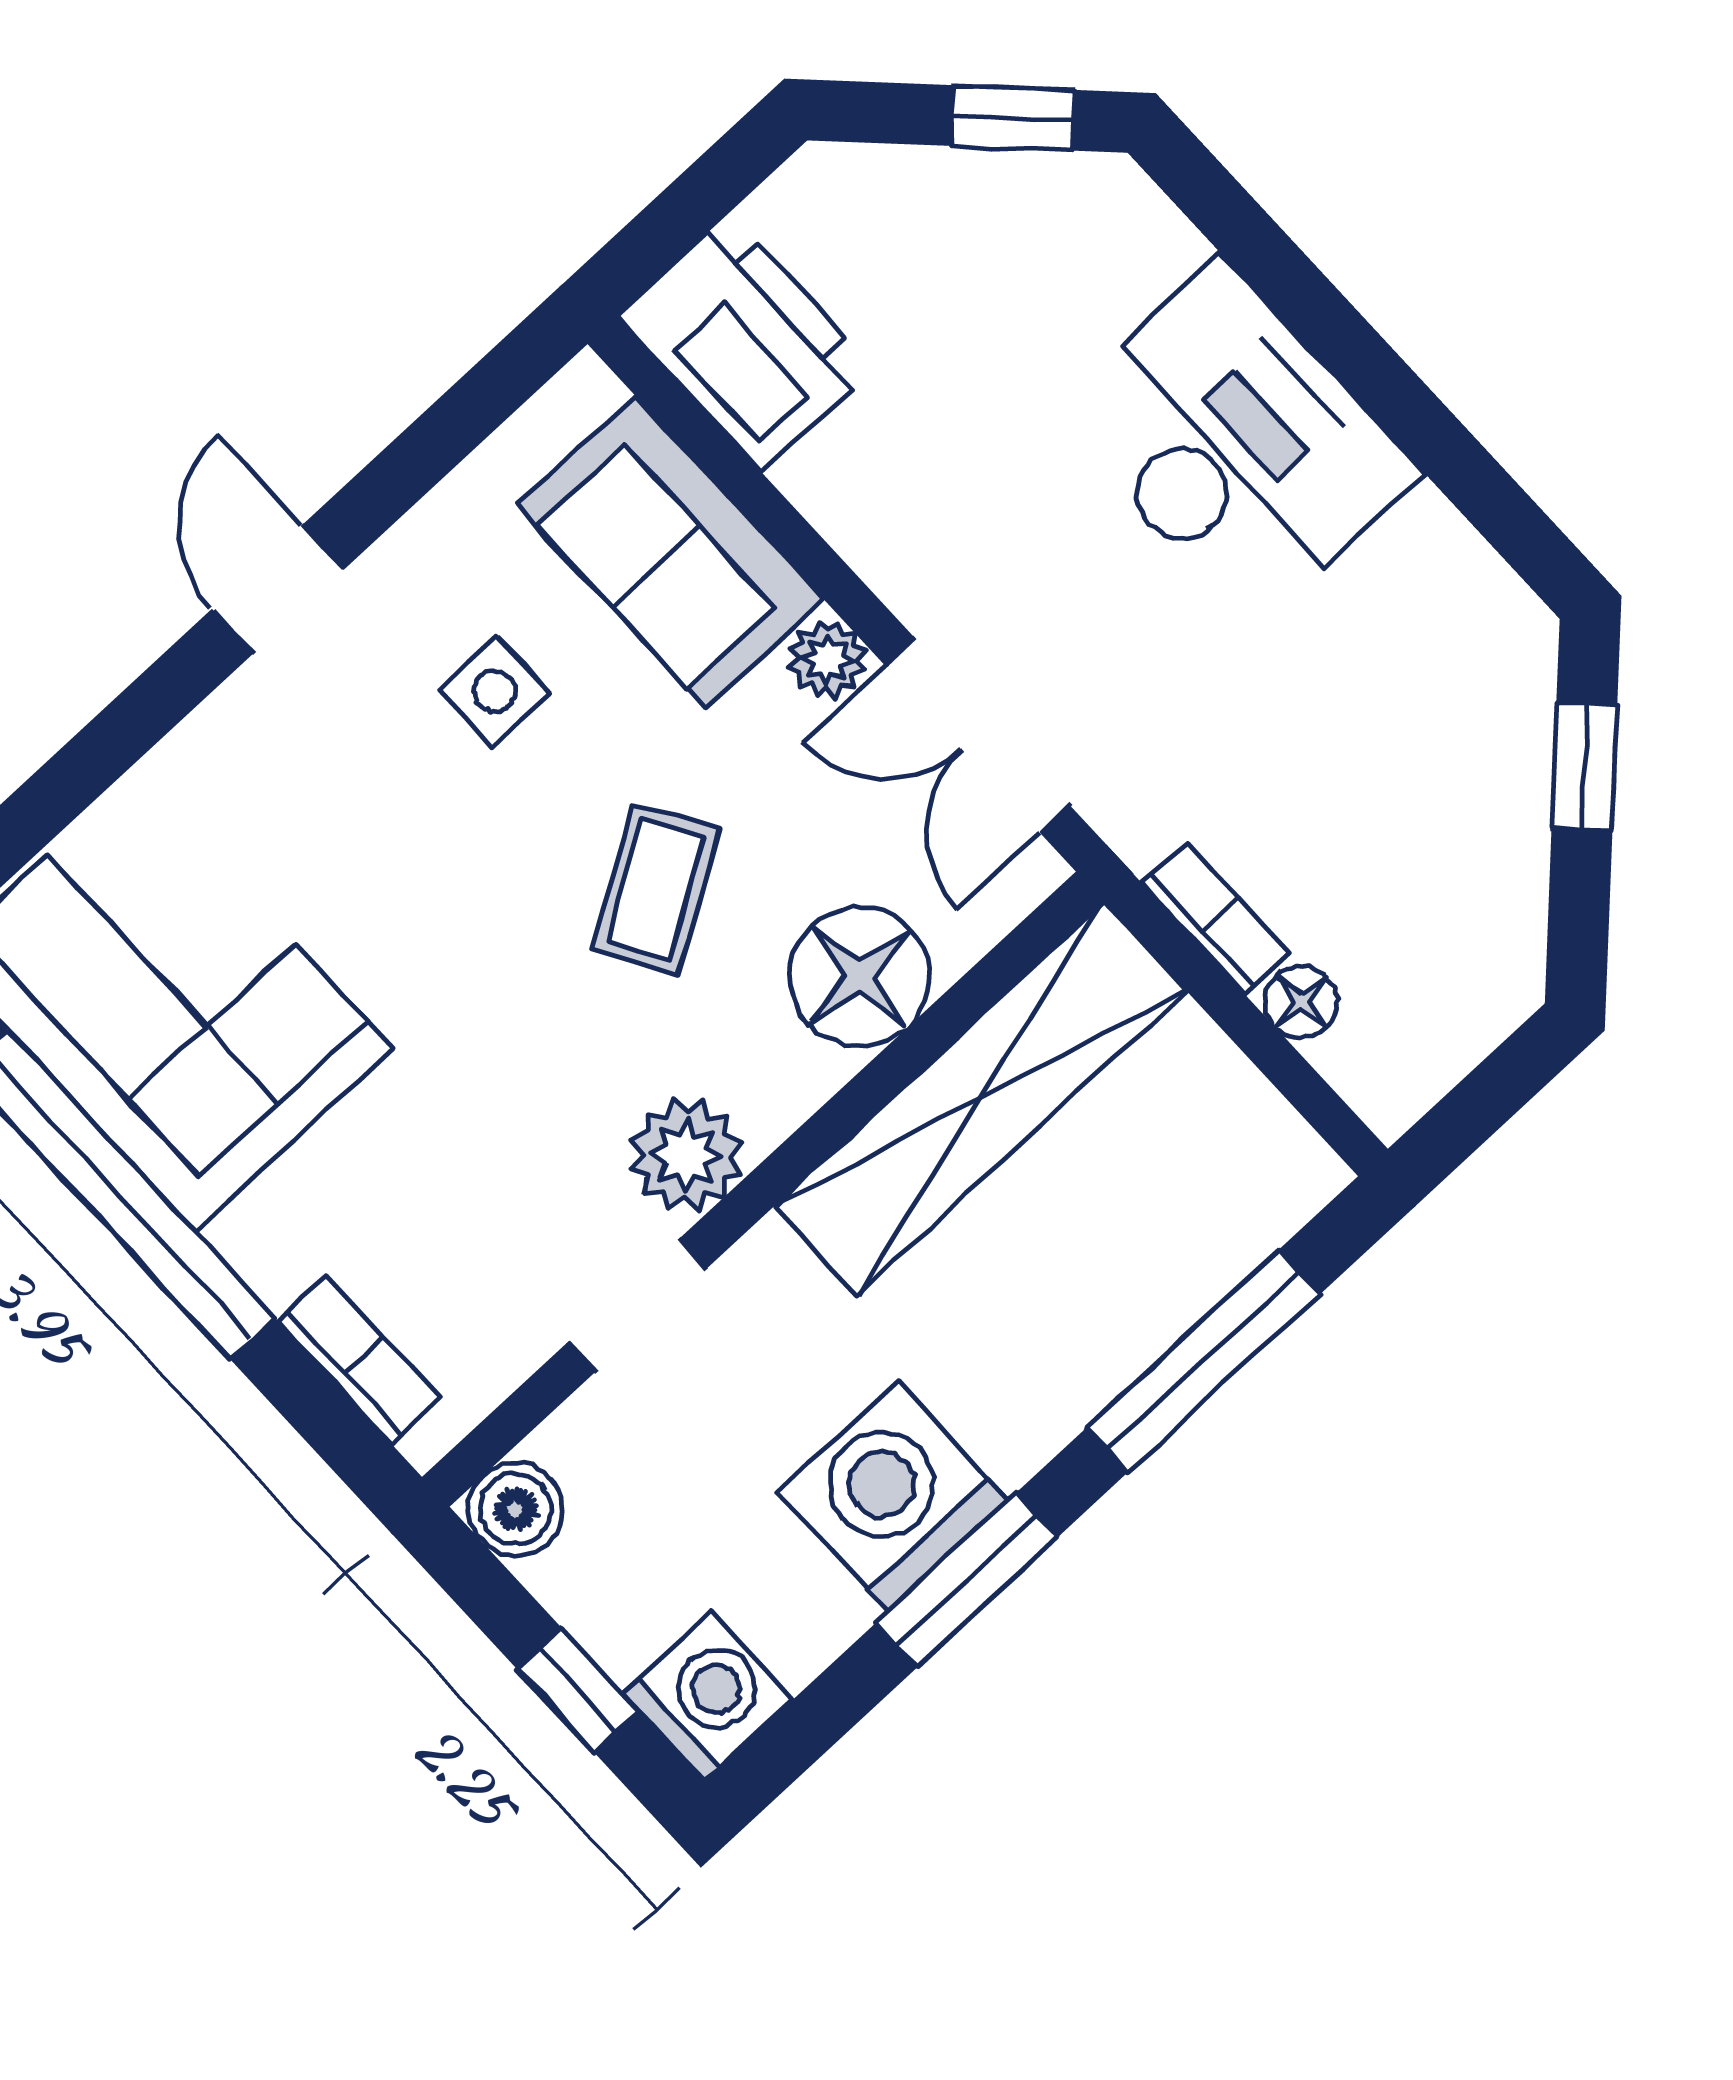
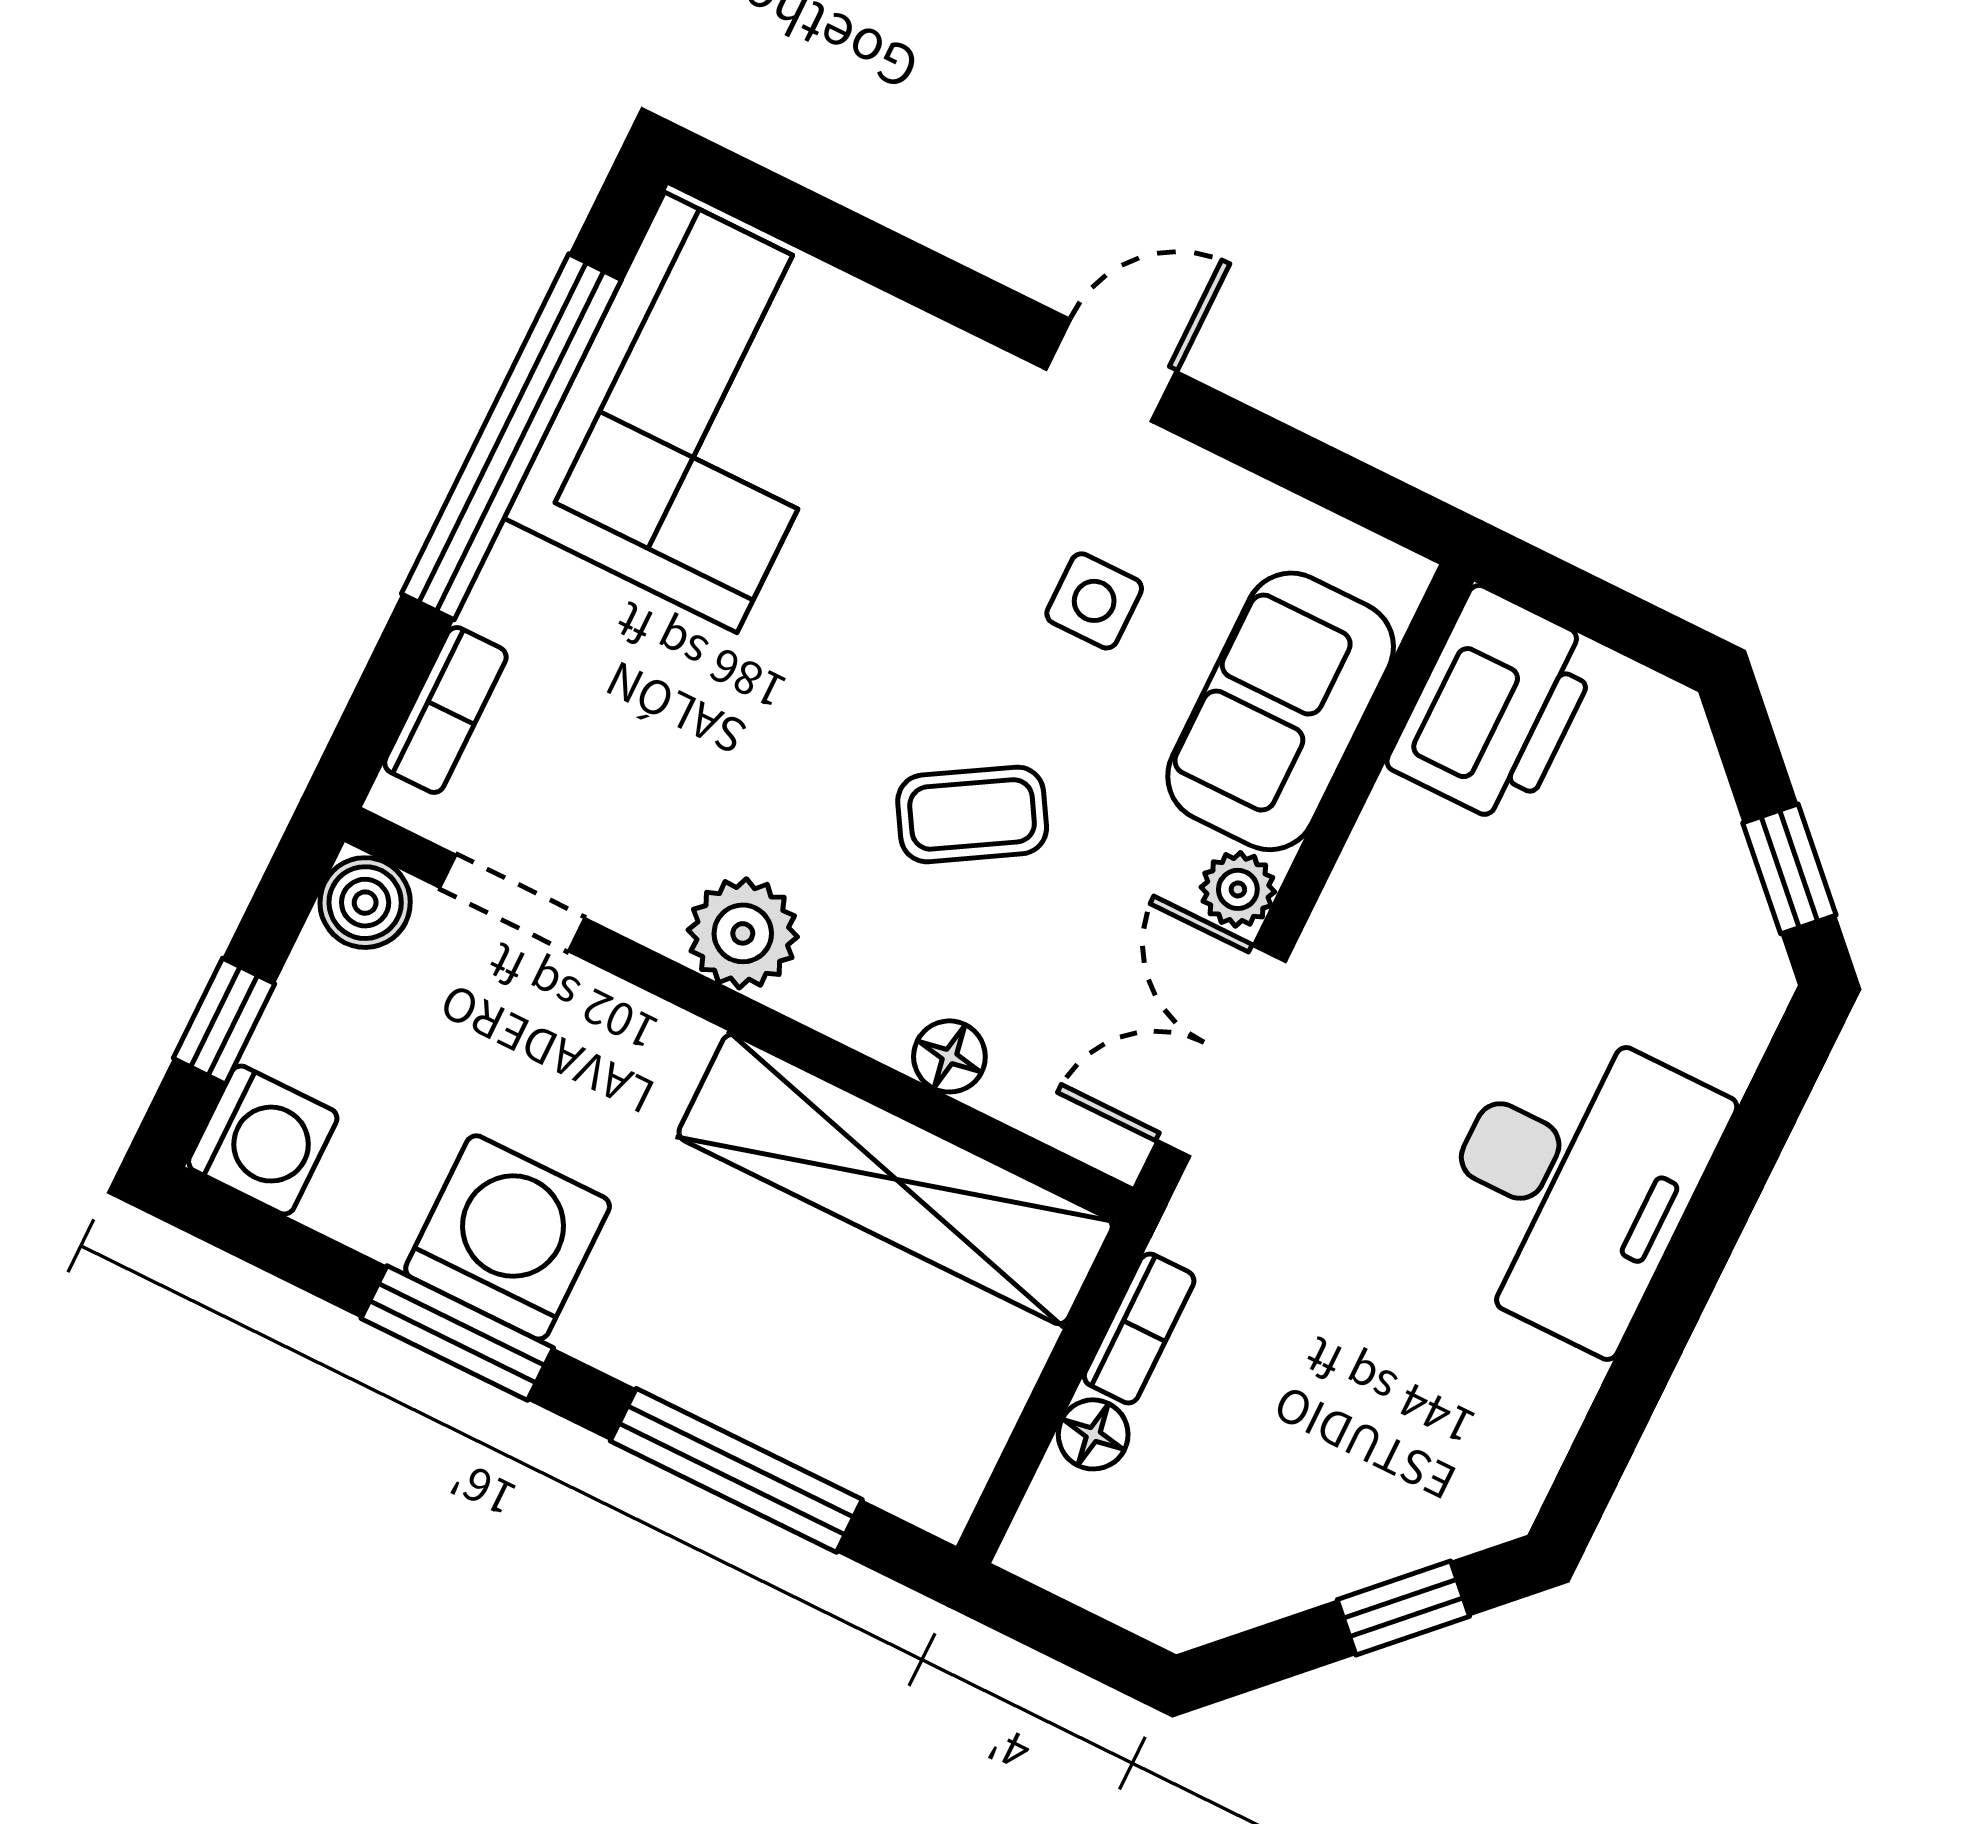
floor lamp: (860, 977) -> (949, 1056), width x0.53, depth x0.53
doorway: (638, 1305) -> (512, 903), moved

